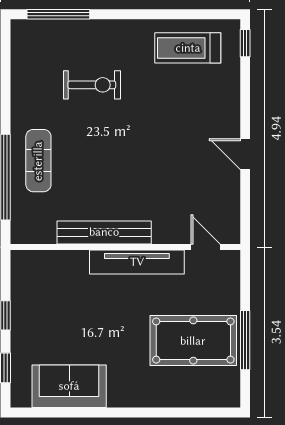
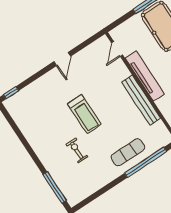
treadmill: (188, 48) -> (84, 114), moved
exercise bike: (92, 85) -> (77, 151), width x0.73, depth x0.72

